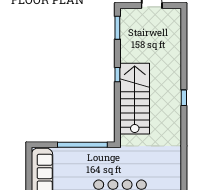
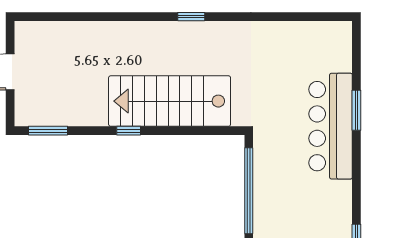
window: (184, 98) -> (191, 17), moved

